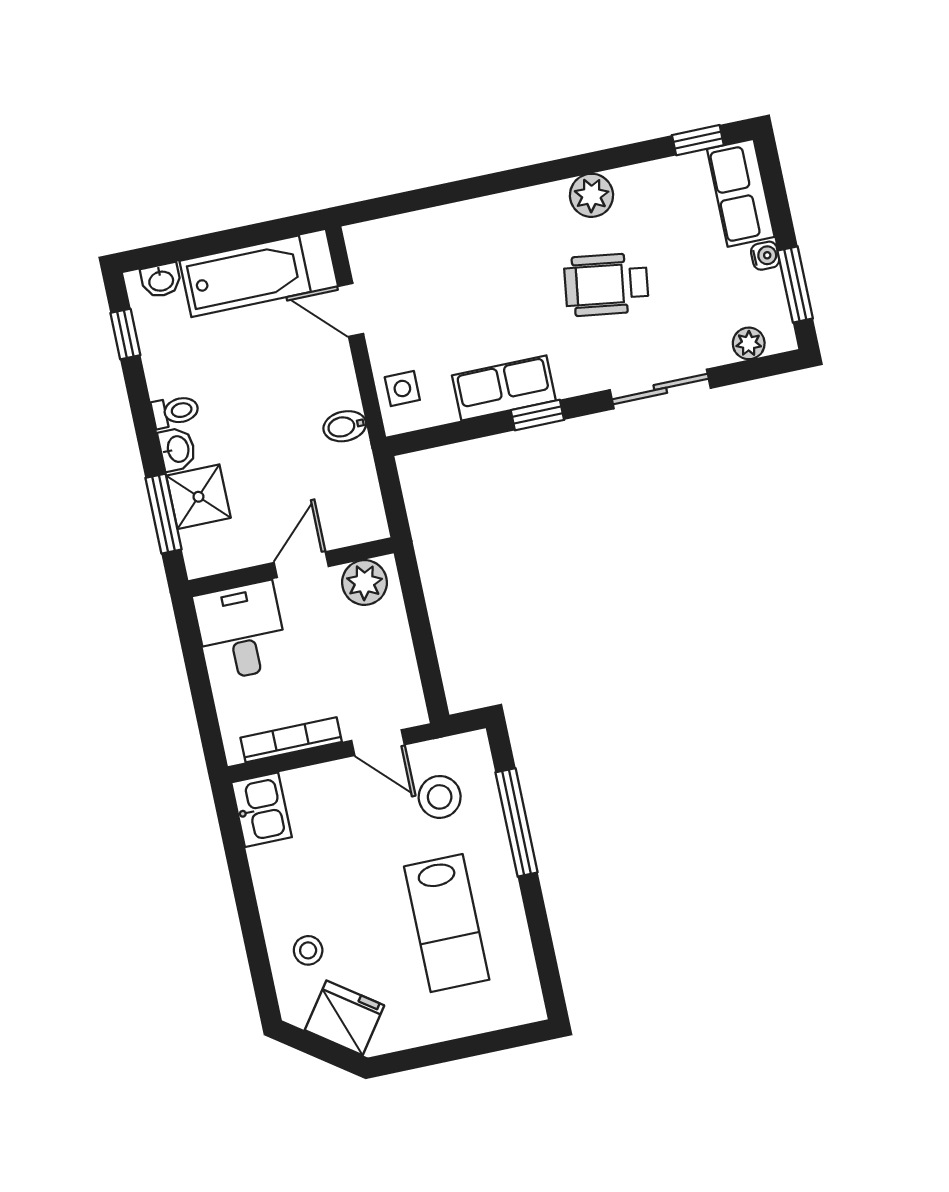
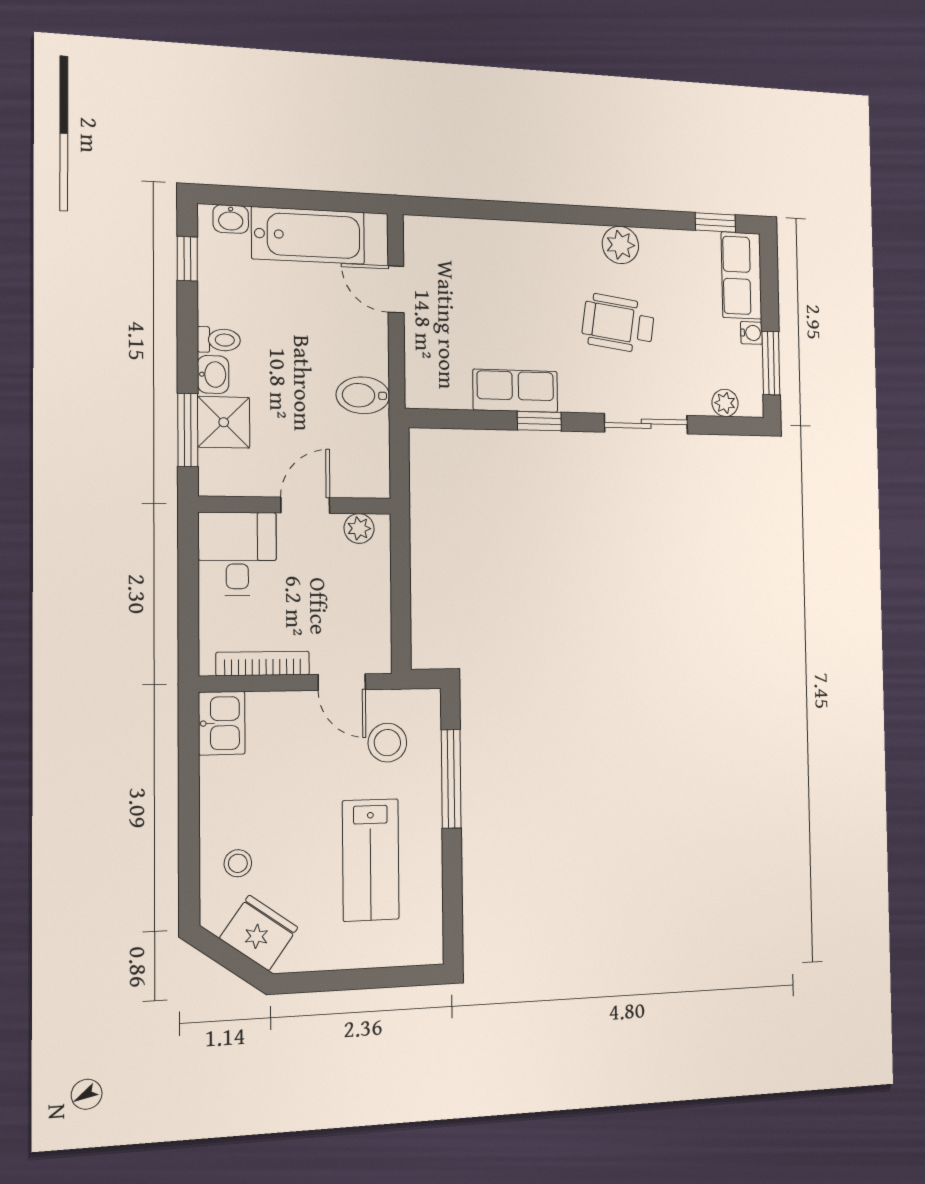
side table: (402, 389) -> (427, 369), removed
bidet: (345, 426) -> (363, 395), width x1.38, depth x1.36
plant: (364, 583) -> (359, 528), width x0.73, depth x0.73

